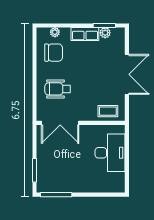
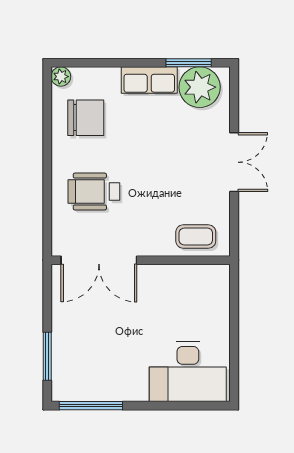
plant: (55, 32) -> (61, 77), moved
plant: (105, 33) -> (200, 87), width x1.88, depth x1.88
double door: (127, 74) -> (234, 162), width x0.73
desk: (110, 153) -> (188, 372), moved, turned 90

